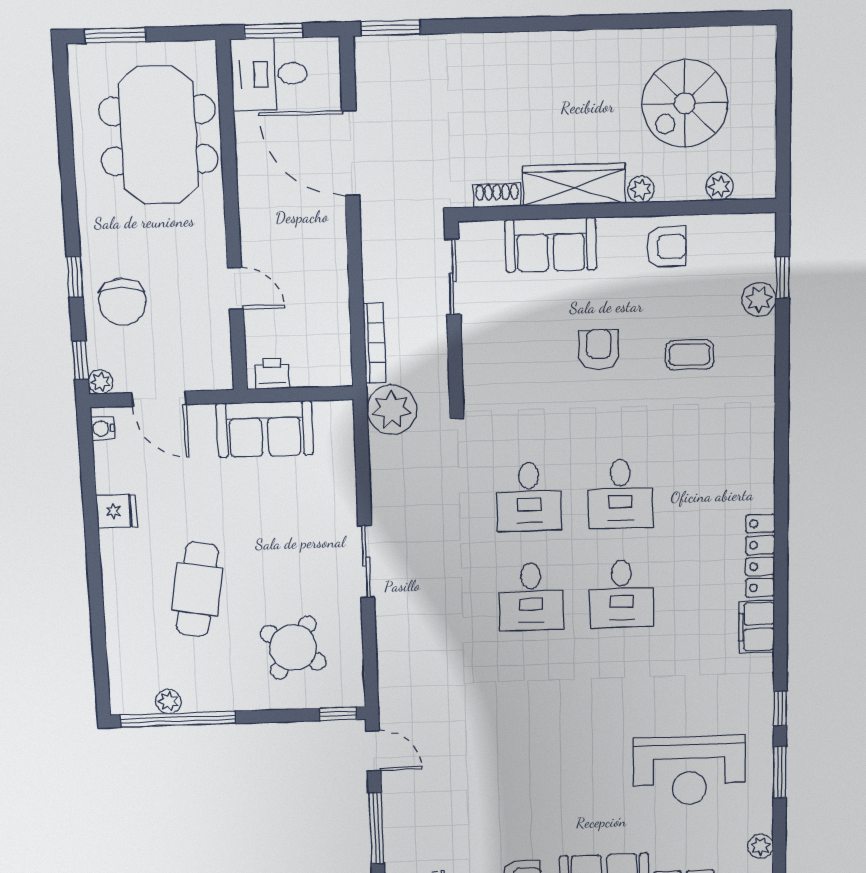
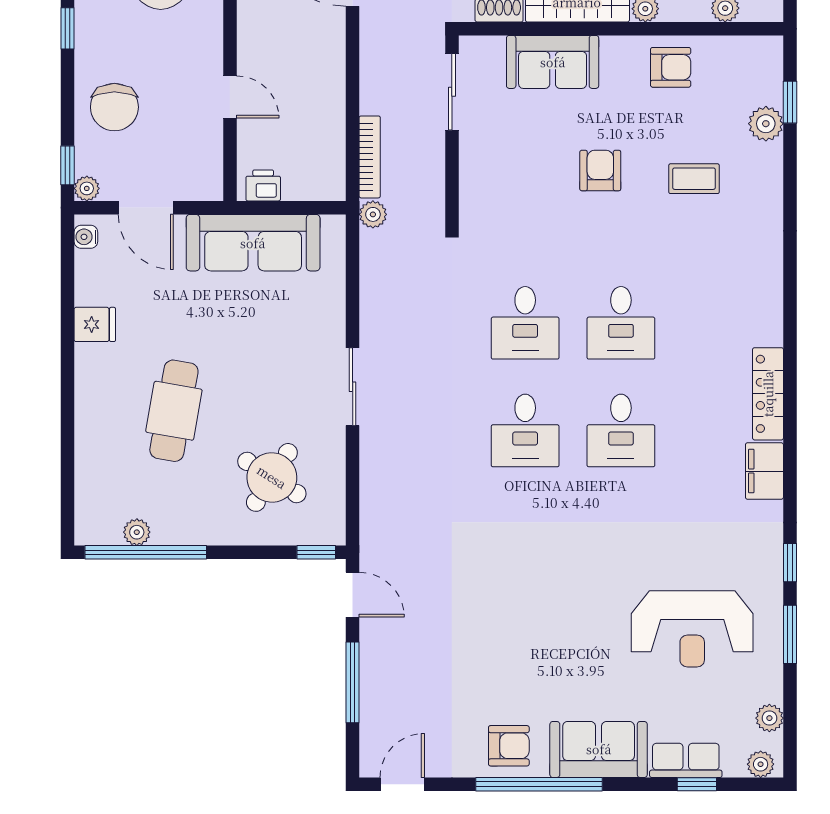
window: (75, 277) -> (68, 28), moved
plant: (392, 410) -> (373, 214), width x0.53, depth x0.53
sofa: (265, 429) -> (253, 243), width x1.36

